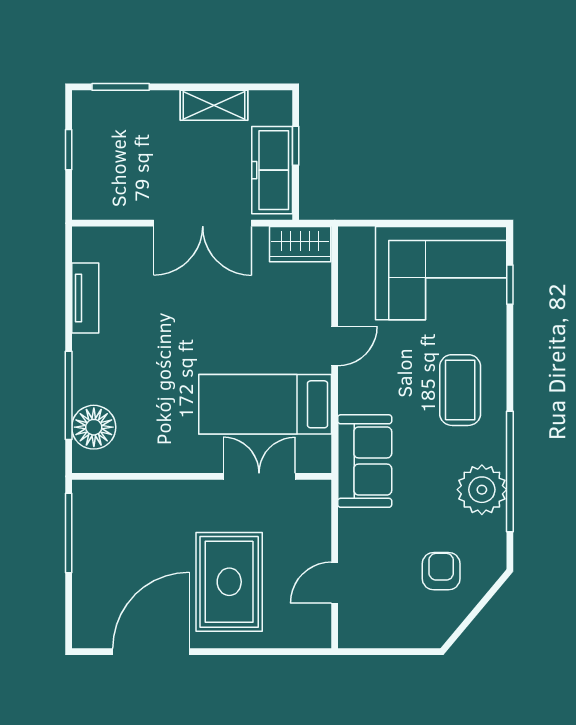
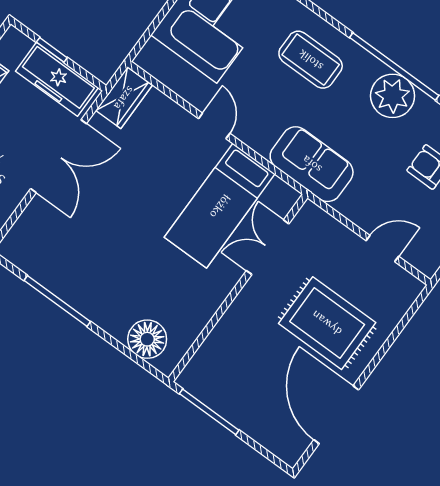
tv unit: (85, 298) -> (51, 278), removed
window: (69, 395) -> (57, 301), moved
door: (335, 583) -> (382, 249), swing flipped

